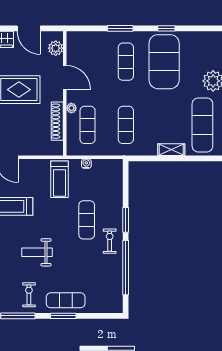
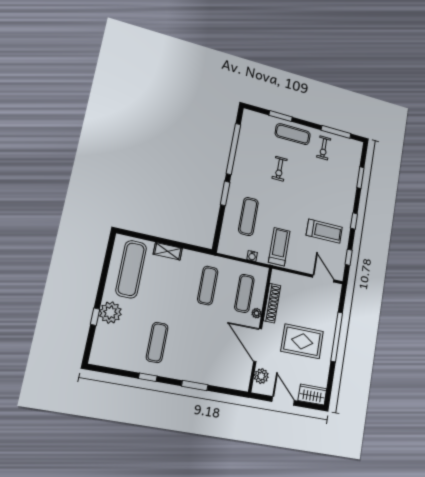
exercise mat: (126, 62) -> (196, 350), removed
exercise mat: (164, 62) -> (157, 342), width x0.50, depth x0.69
door: (65, 77) -> (258, 345), width x1.36
exercise mat: (87, 220) -> (248, 216), moved
exercise bike: (110, 241) -> (280, 169), moved
weight bench: (37, 252) -> (311, 184), removed
window: (63, 316) -> (281, 116), moved

